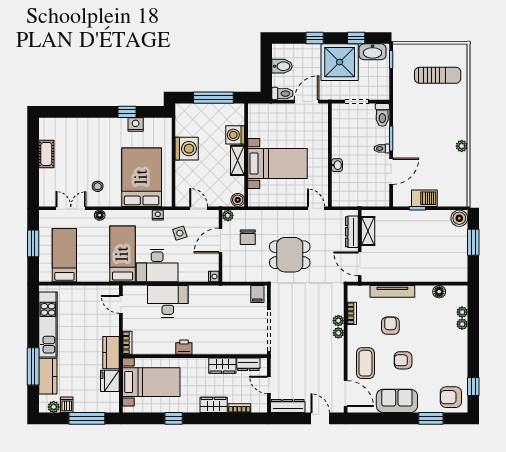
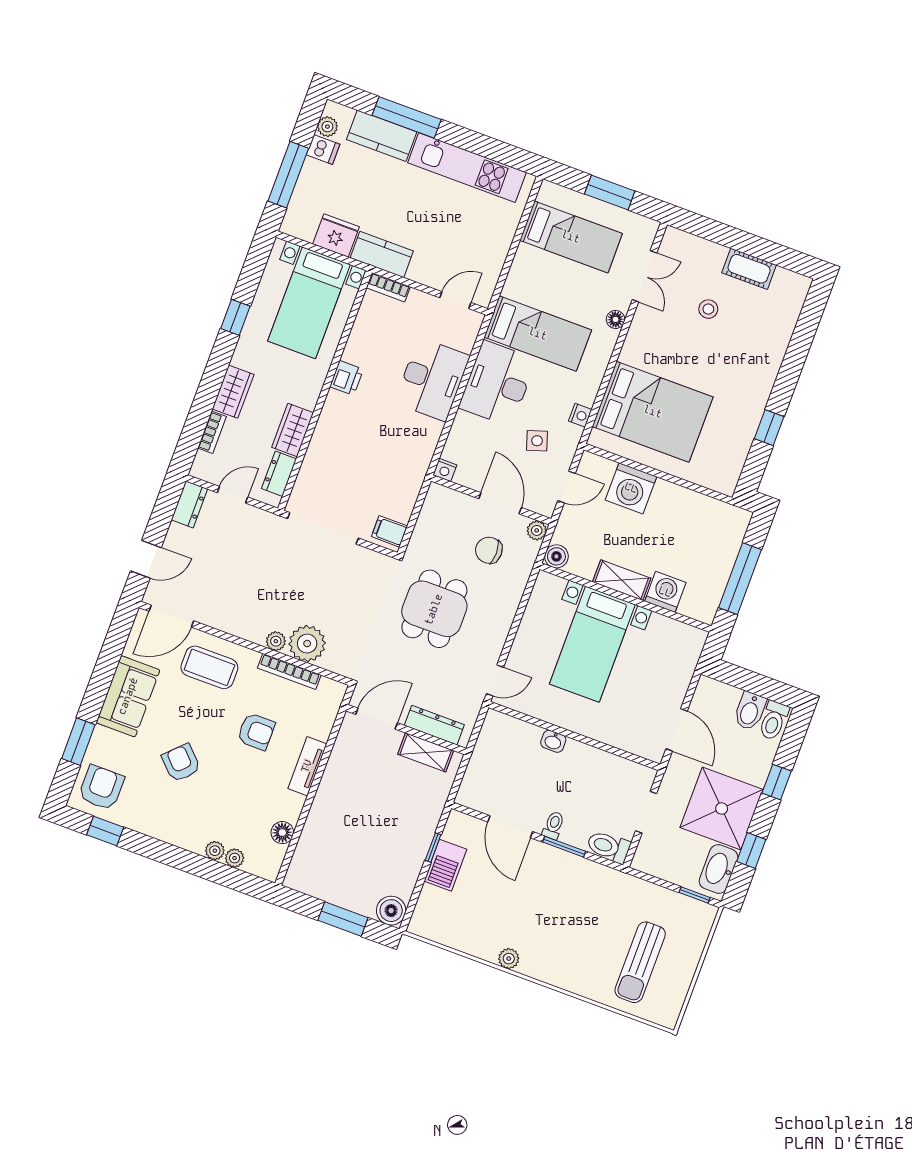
toilet: (282, 94) -> (774, 721), moved
nightstand: (136, 124) -> (743, 434), removed
washing machine: (187, 149) -> (631, 488), moved
stool: (98, 186) -> (708, 309), moved
tv unit: (392, 291) -> (307, 766), width x0.71
bookcase: (352, 313) -> (289, 671), width x1.56
plant: (338, 321) -> (307, 644), width x1.87, depth x1.87
armchair: (403, 360) -> (181, 763), moved, turned -45
dresser: (288, 406) -> (189, 504), width x0.70

